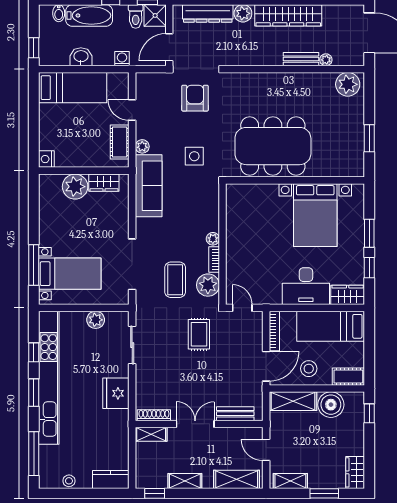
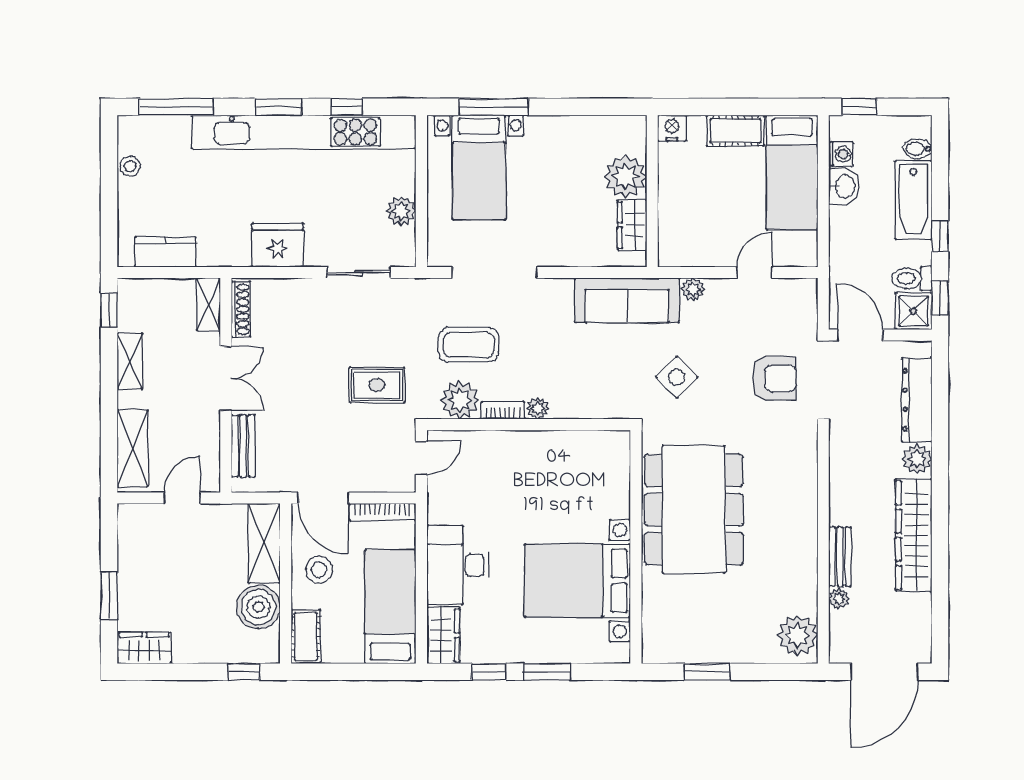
washing machine: (122, 59) -> (841, 154), moved
cot: (120, 142) -> (735, 131), moved
side table: (194, 156) -> (677, 377), turned 45
kitchen counter: (111, 479) -> (166, 252), moved, turned -90
shelving: (290, 481) -> (130, 539), removed

